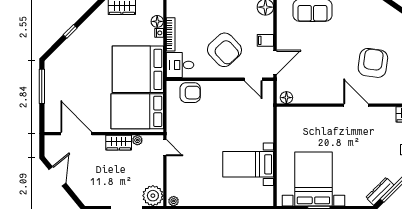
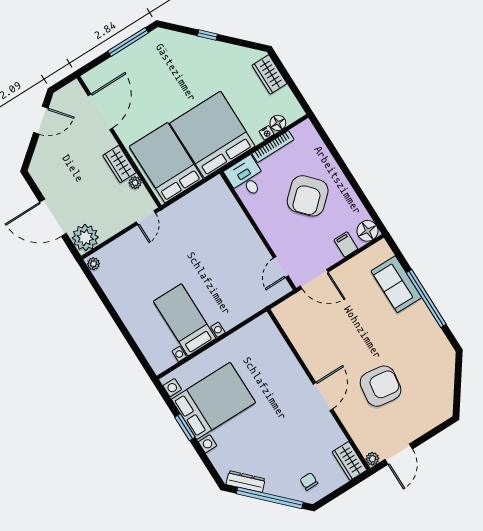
filing cabinet: (265, 40) -> (346, 244), moved
armchair: (224, 50) -> (308, 196), moved
armchair: (190, 93) -> (223, 208), removed
floor lamp: (286, 98) -> (284, 316), removed

